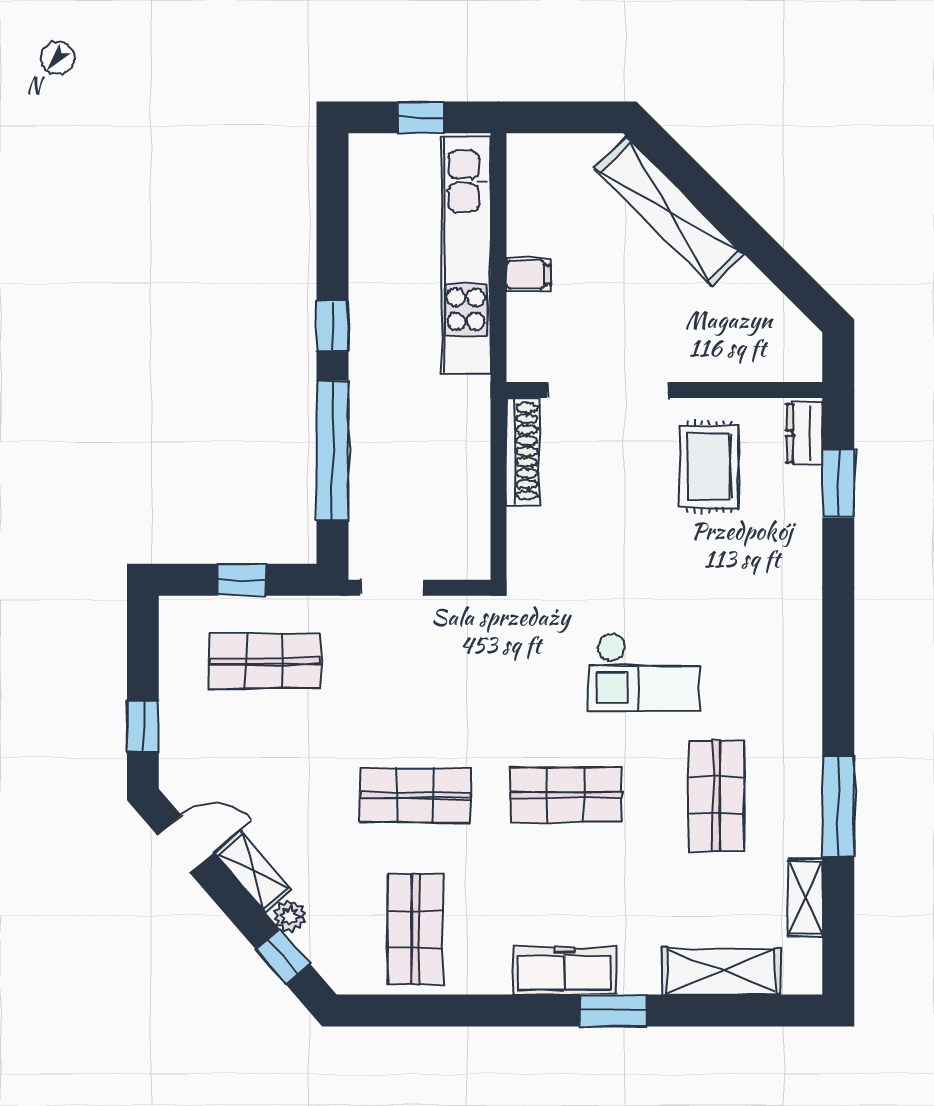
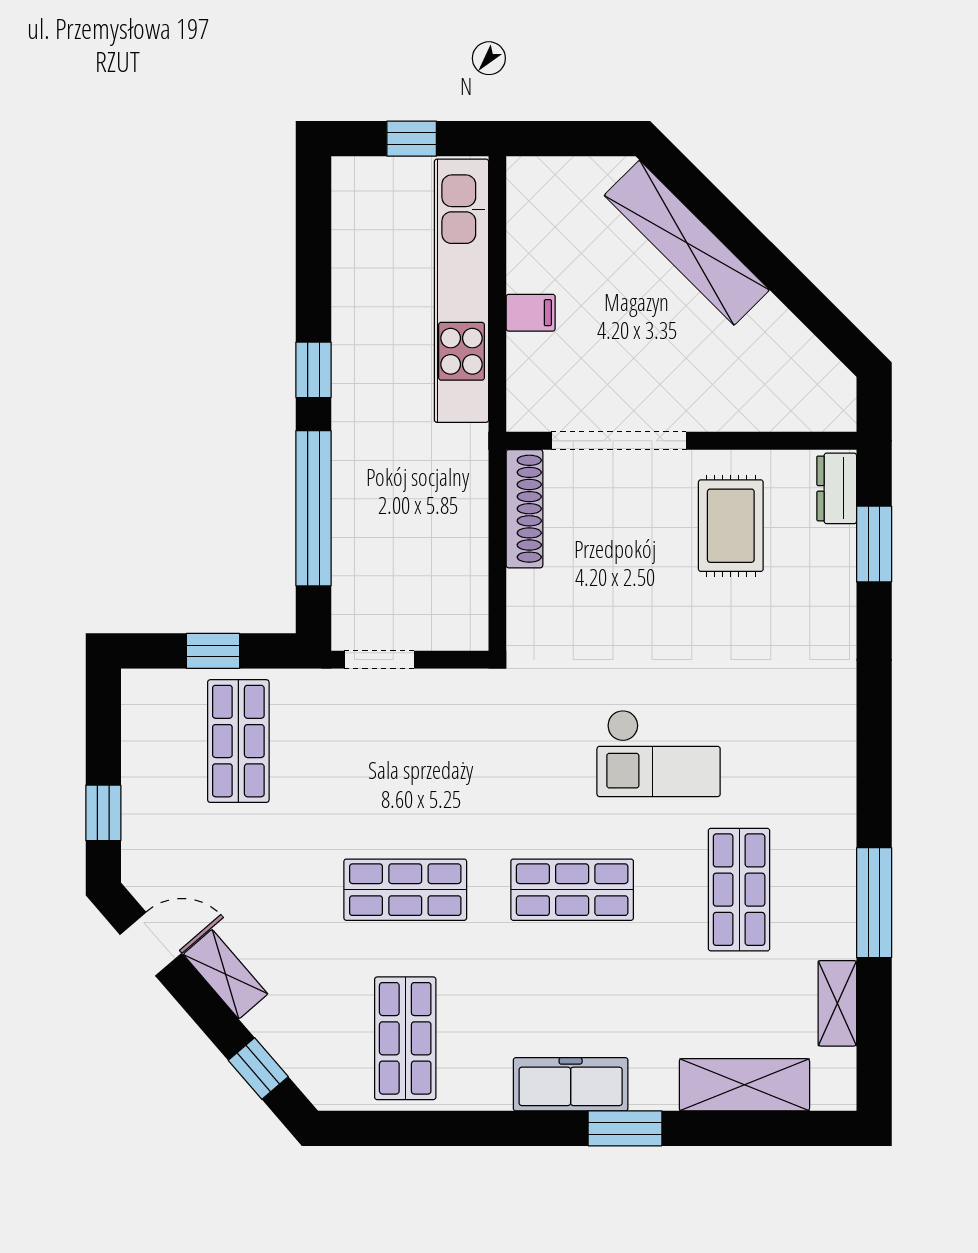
shop shelf: (265, 661) -> (238, 741), turned 90
plant: (290, 916) -> (266, 1024), removed

